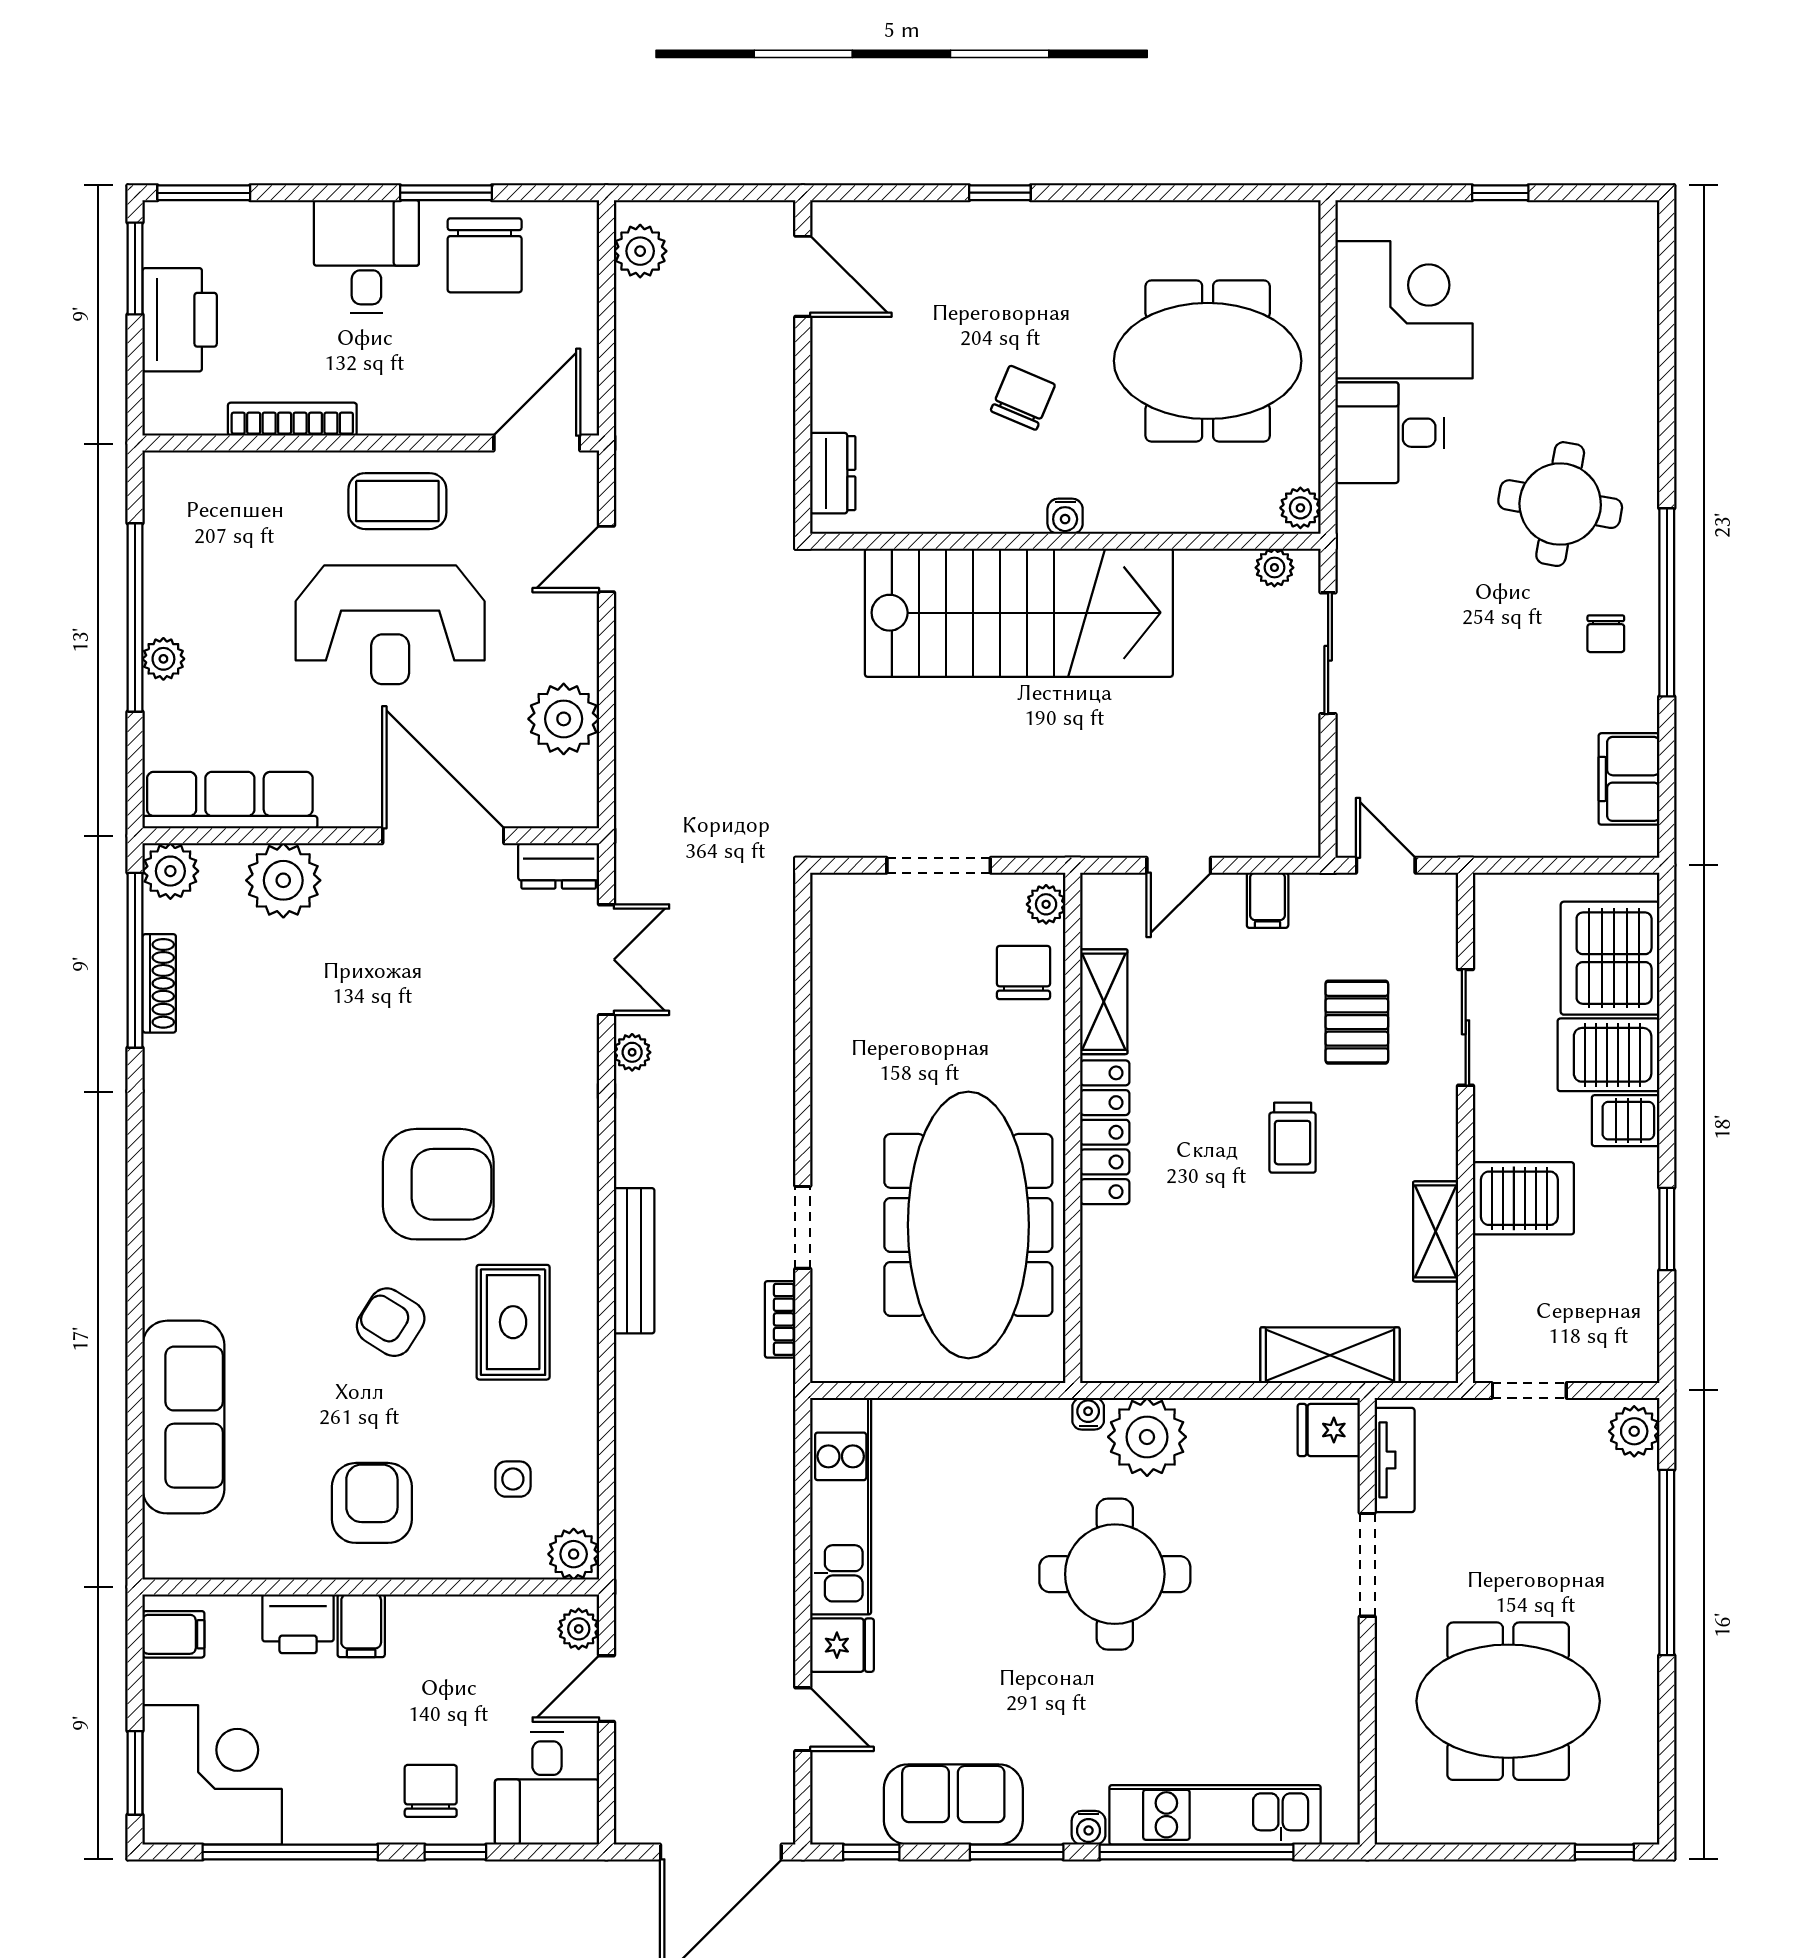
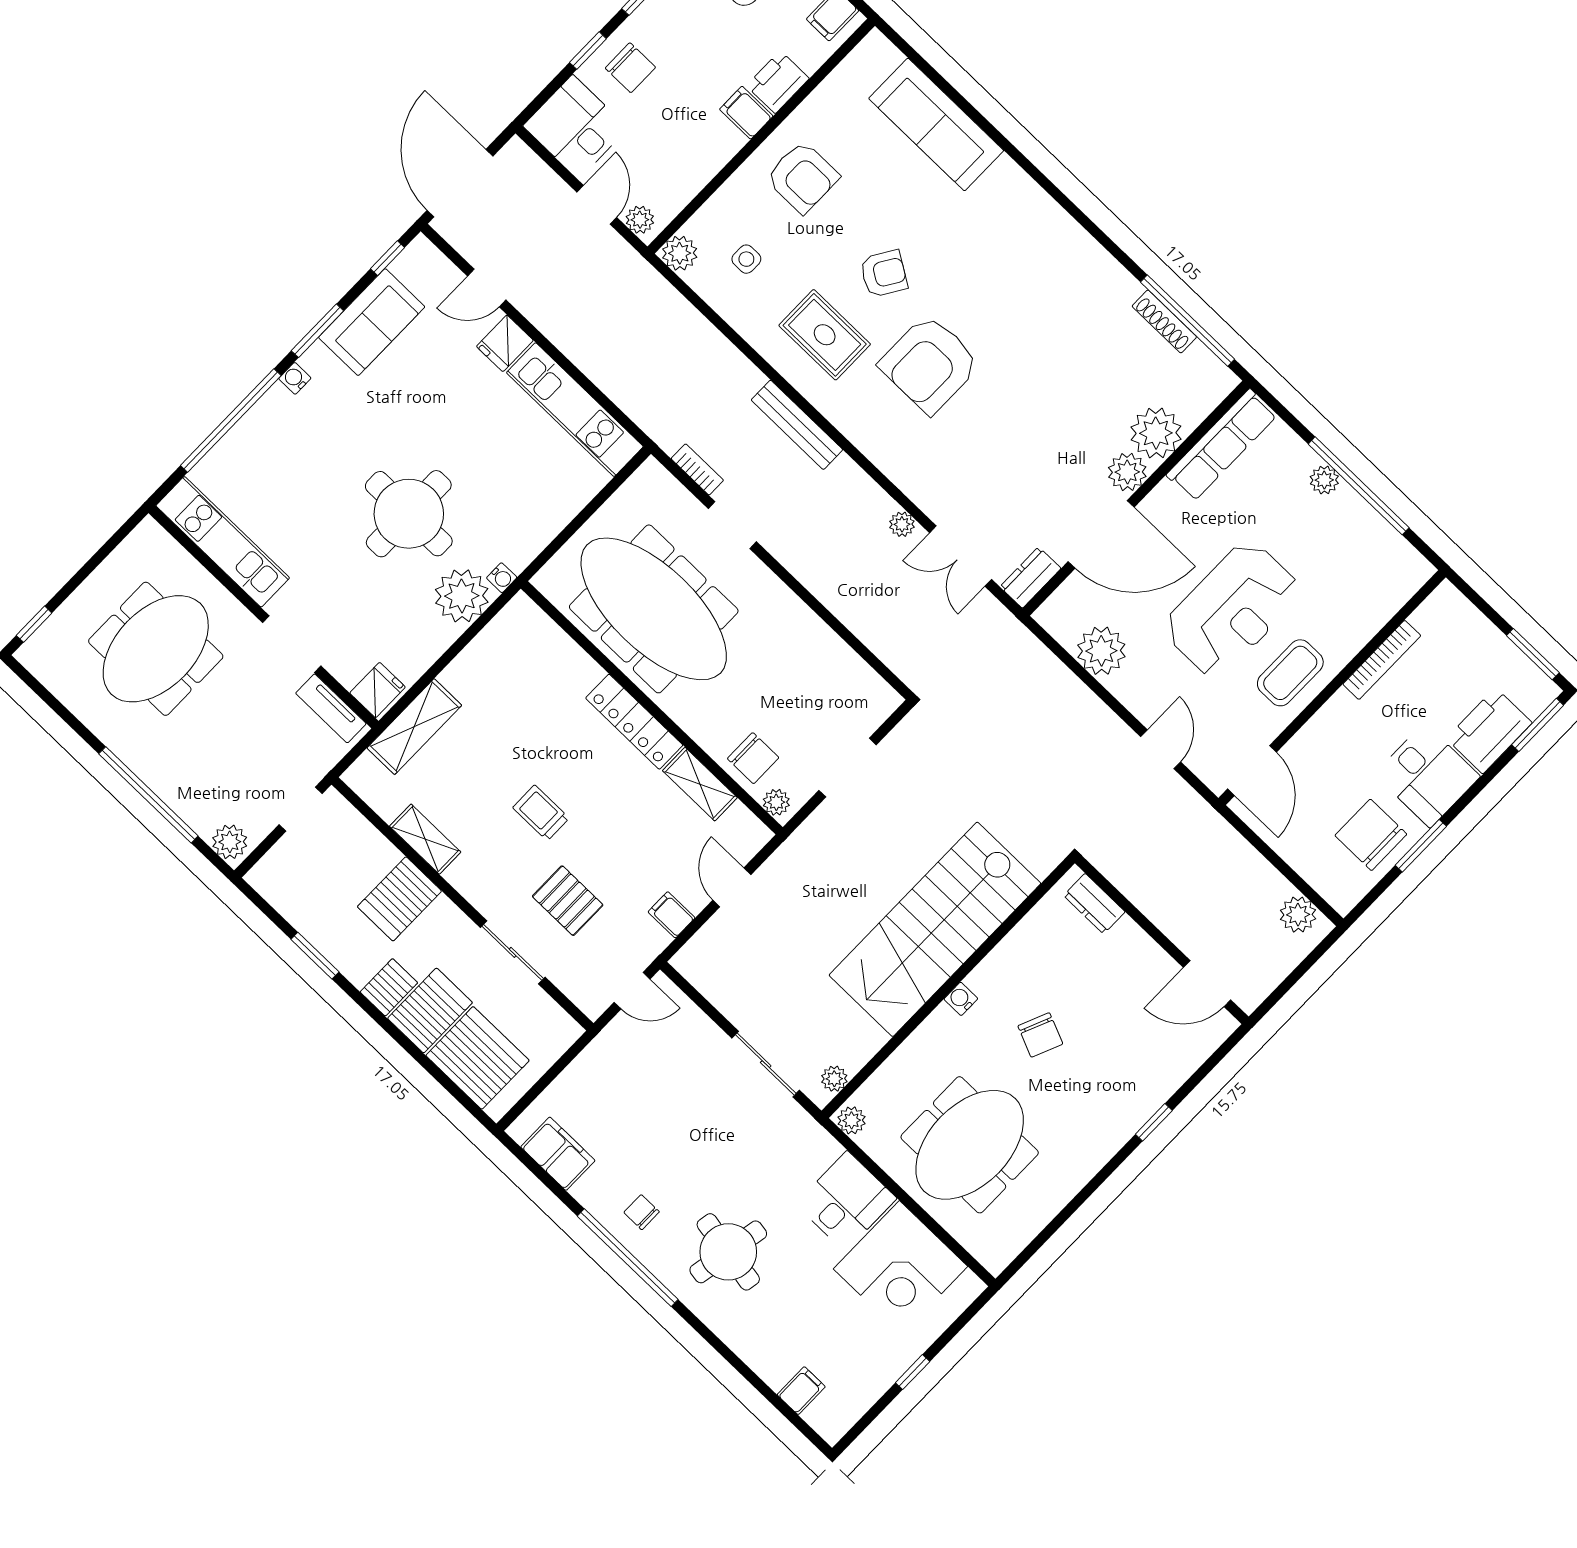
filing cabinet: (1631, 290) -> (801, 1391), added
printer: (180, 320) -> (1489, 731), moved, turned 90
reception desk: (390, 625) -> (1232, 610), turned 180
plant: (170, 871) -> (1127, 472), moved
kitchen unit: (1215, 1815) -> (223, 542), moved, turned -90

